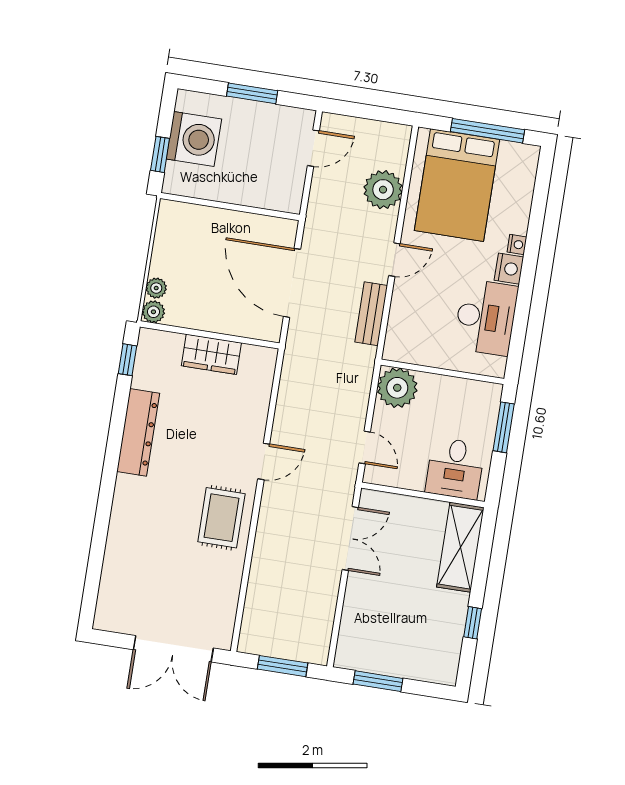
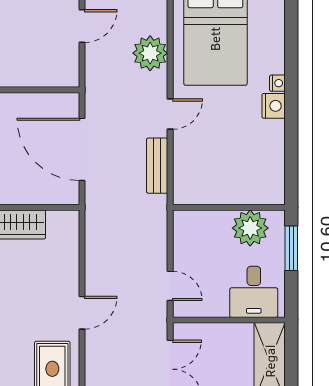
desk: (486, 317) -> (260, 153), removed
plant: (397, 388) -> (250, 228), moved

